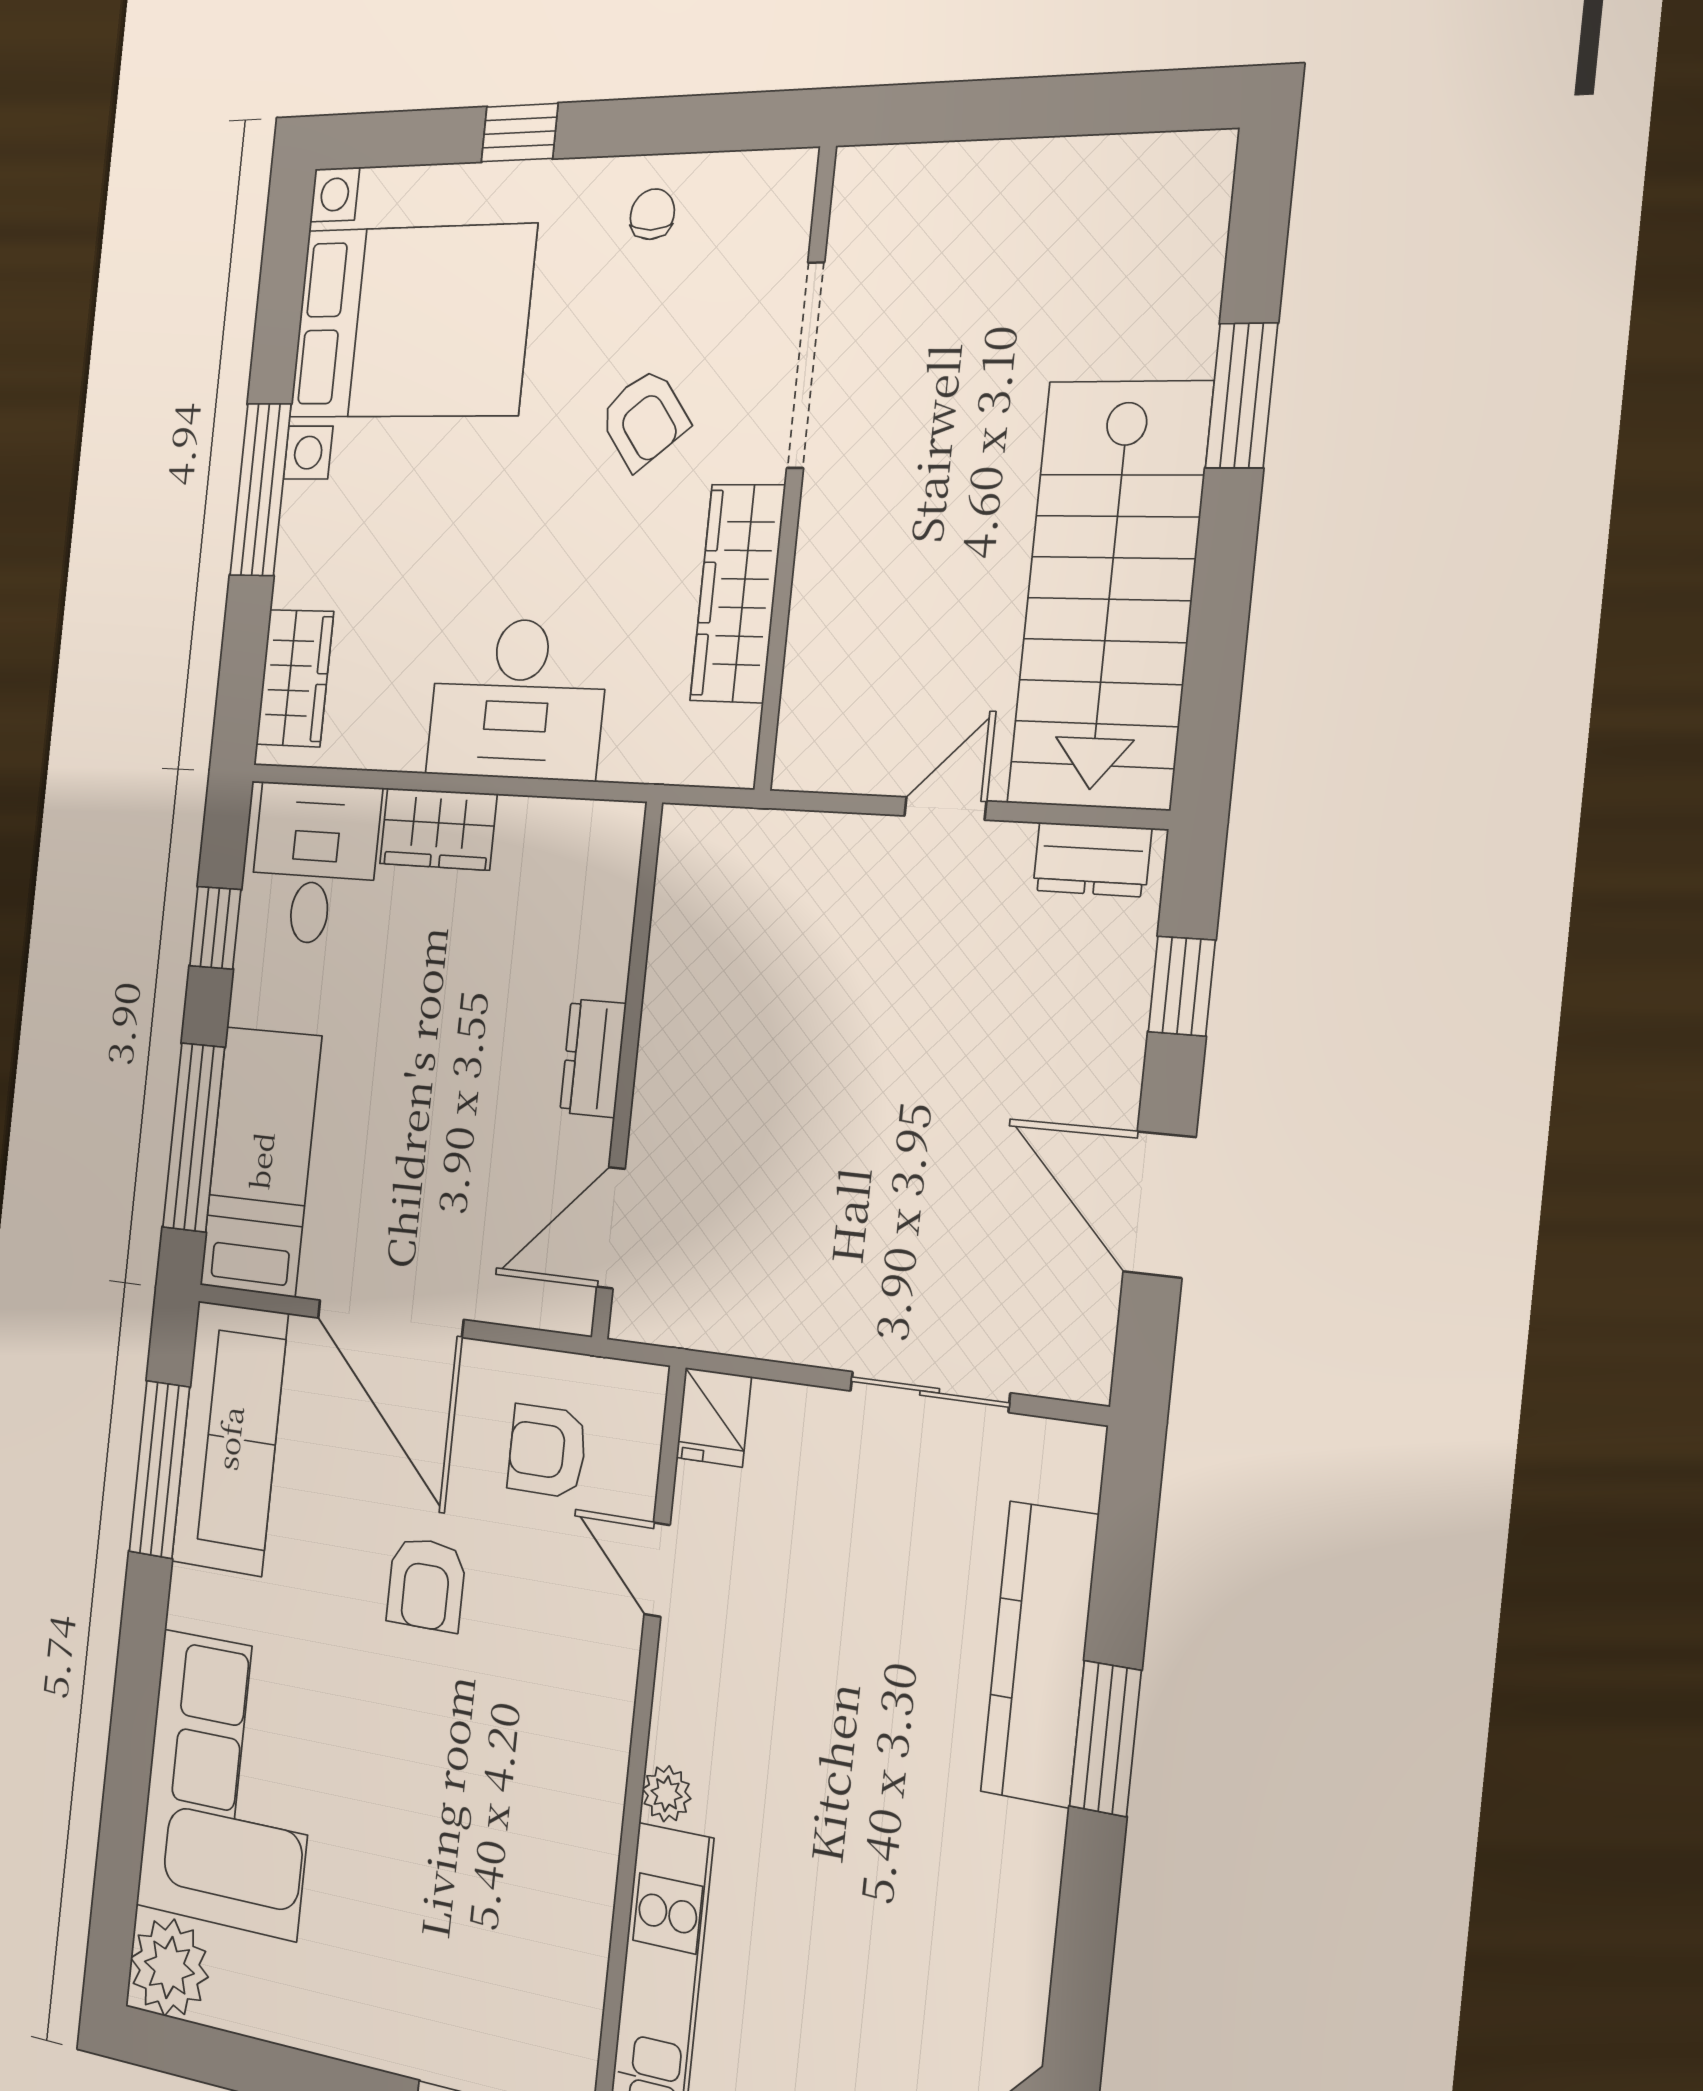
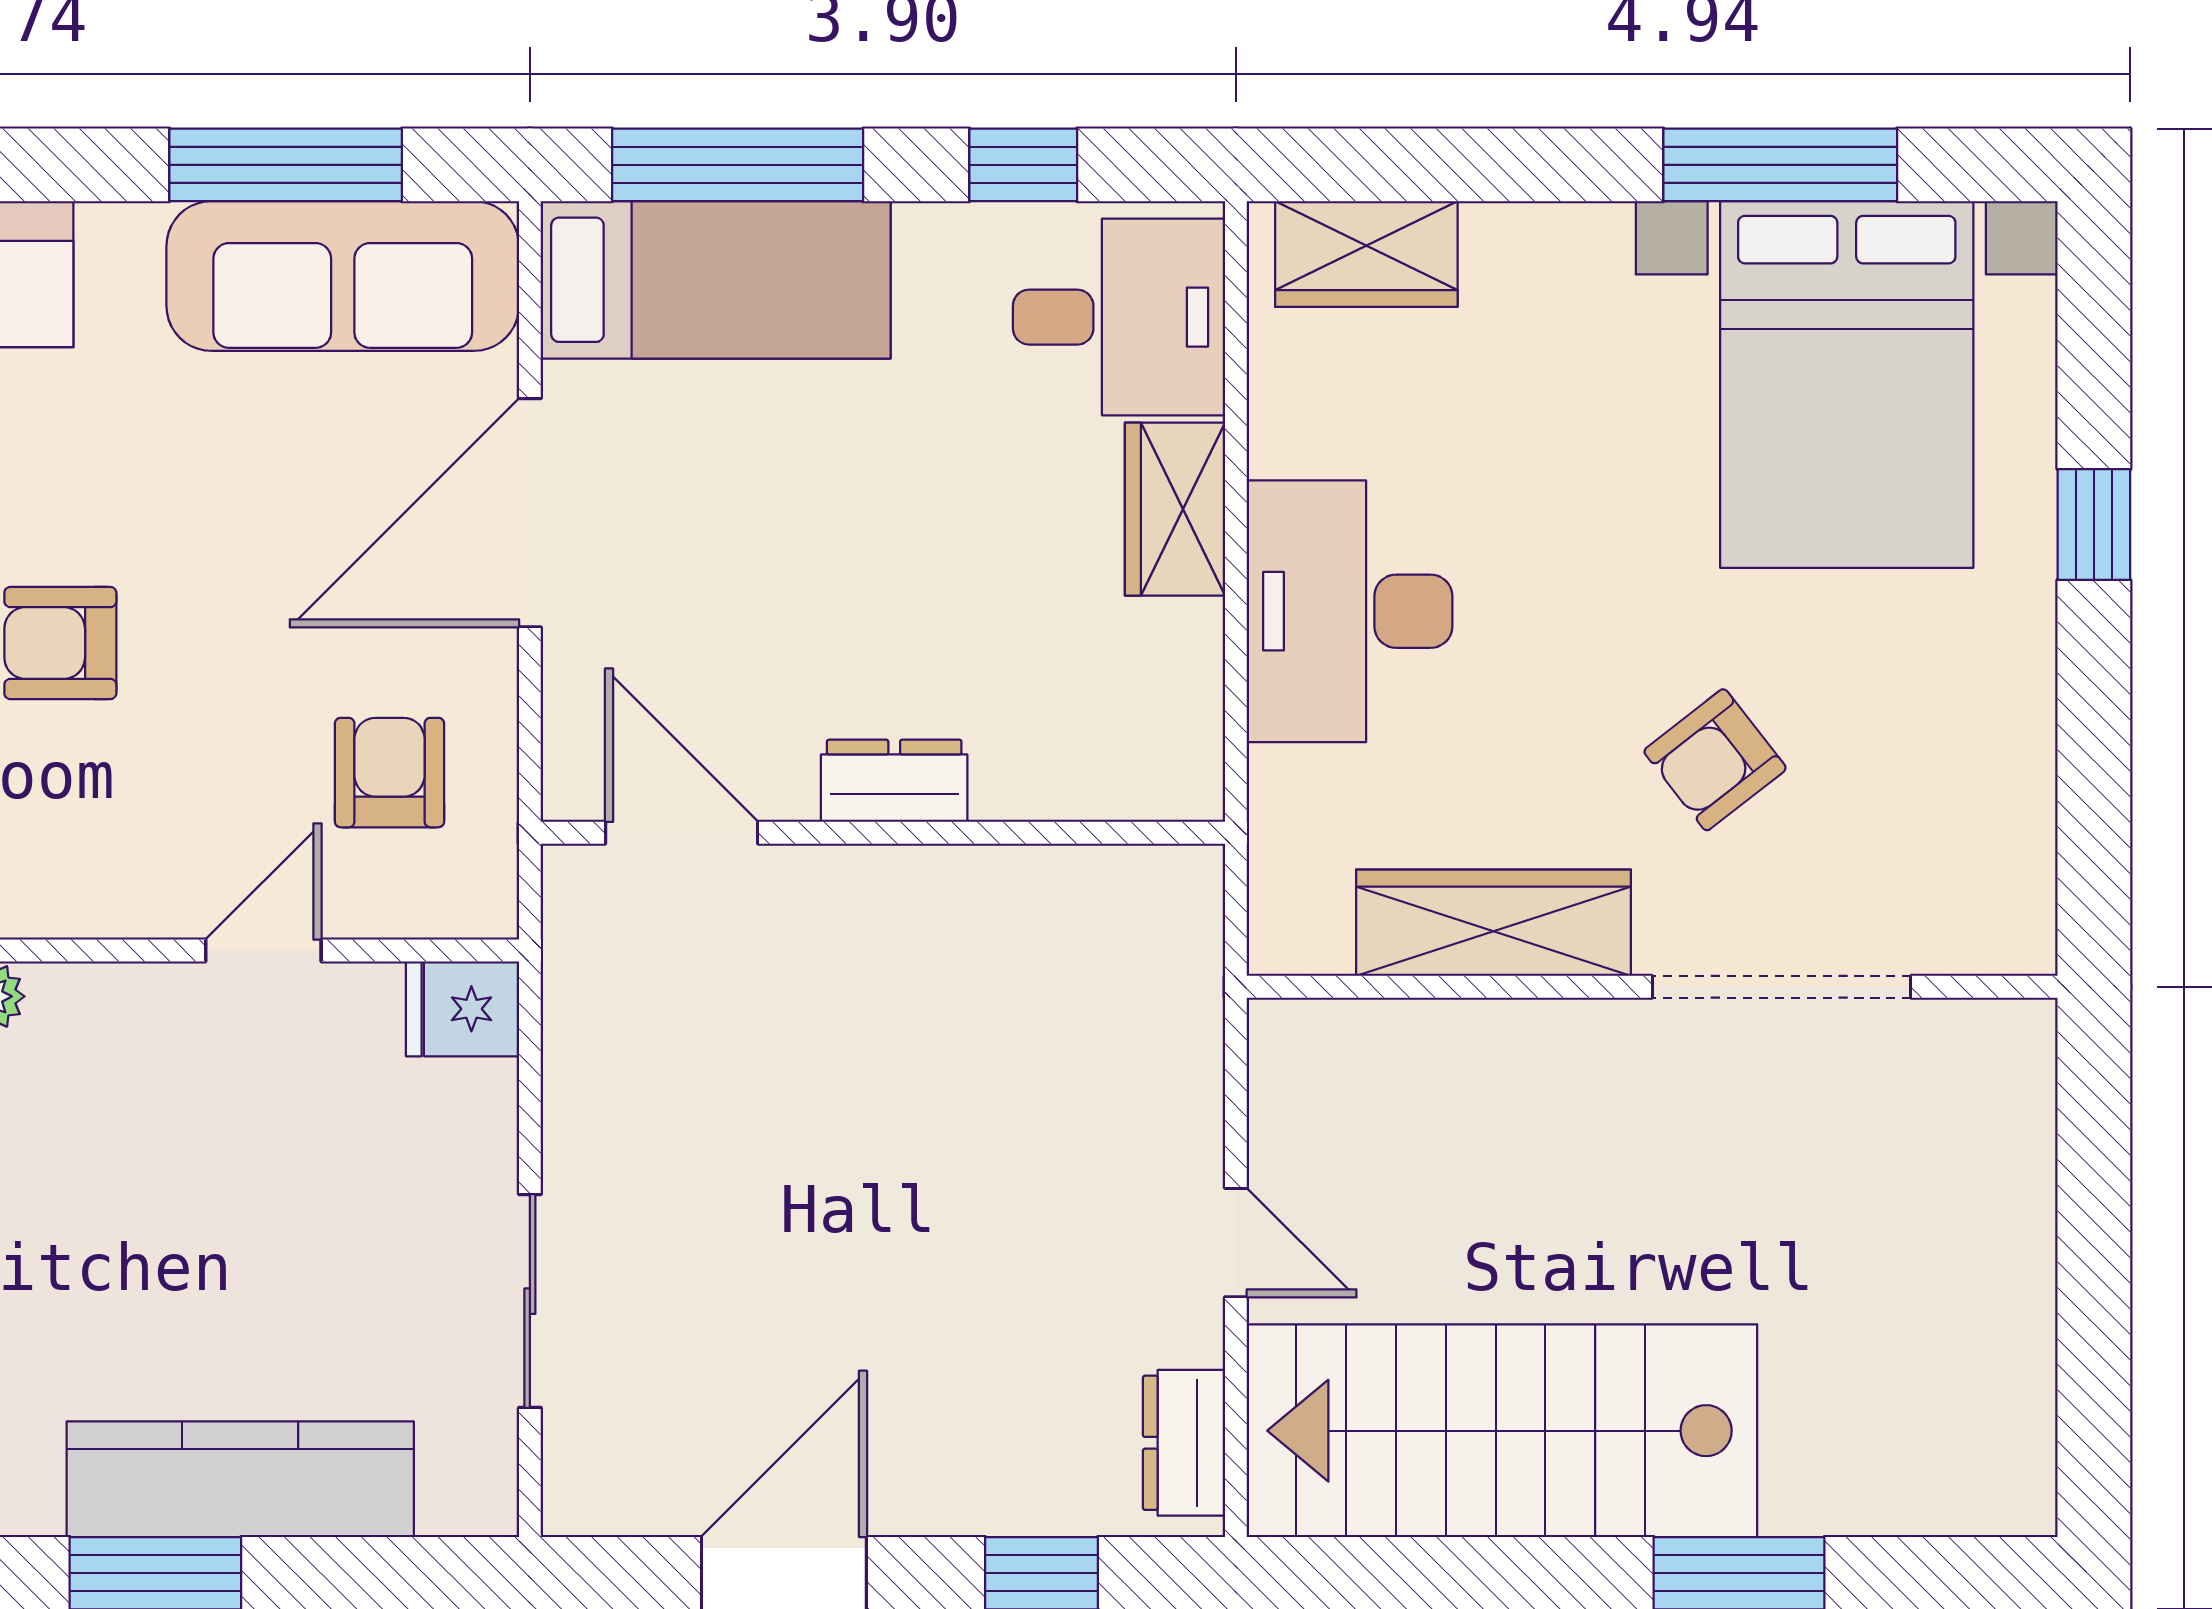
chair: (652, 214) -> (1980, 740), removed
window: (260, 490) -> (1780, 165), moved
armchair: (426, 1584) -> (60, 643), moved

